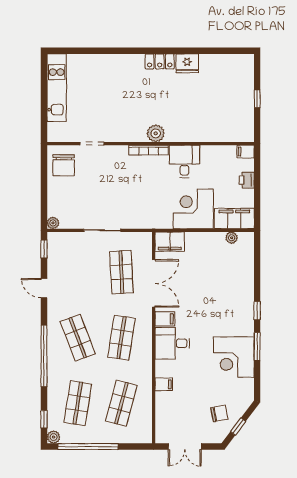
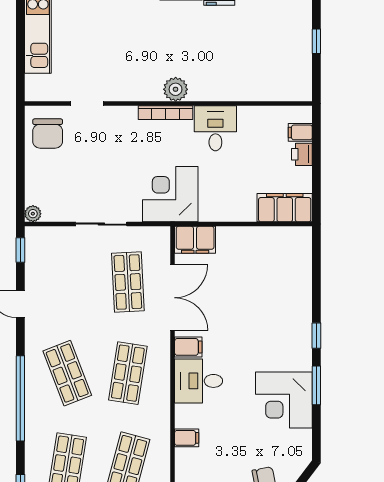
filing cabinet: (246, 152) -> (300, 132), moved
corner desk: (193, 209) -> (170, 194), moved
plant: (232, 238) -> (281, 234), removed

